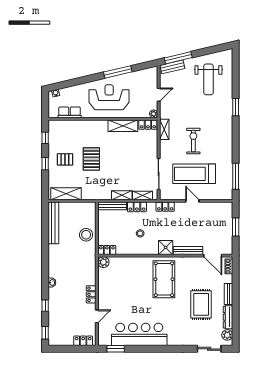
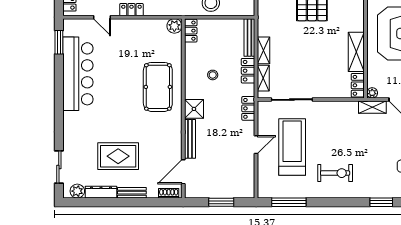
shelving: (164, 129) -> (372, 107), moved
exercise bike: (193, 141) -> (335, 173), moved
pool table: (164, 279) -> (158, 87), moved, turned 90

